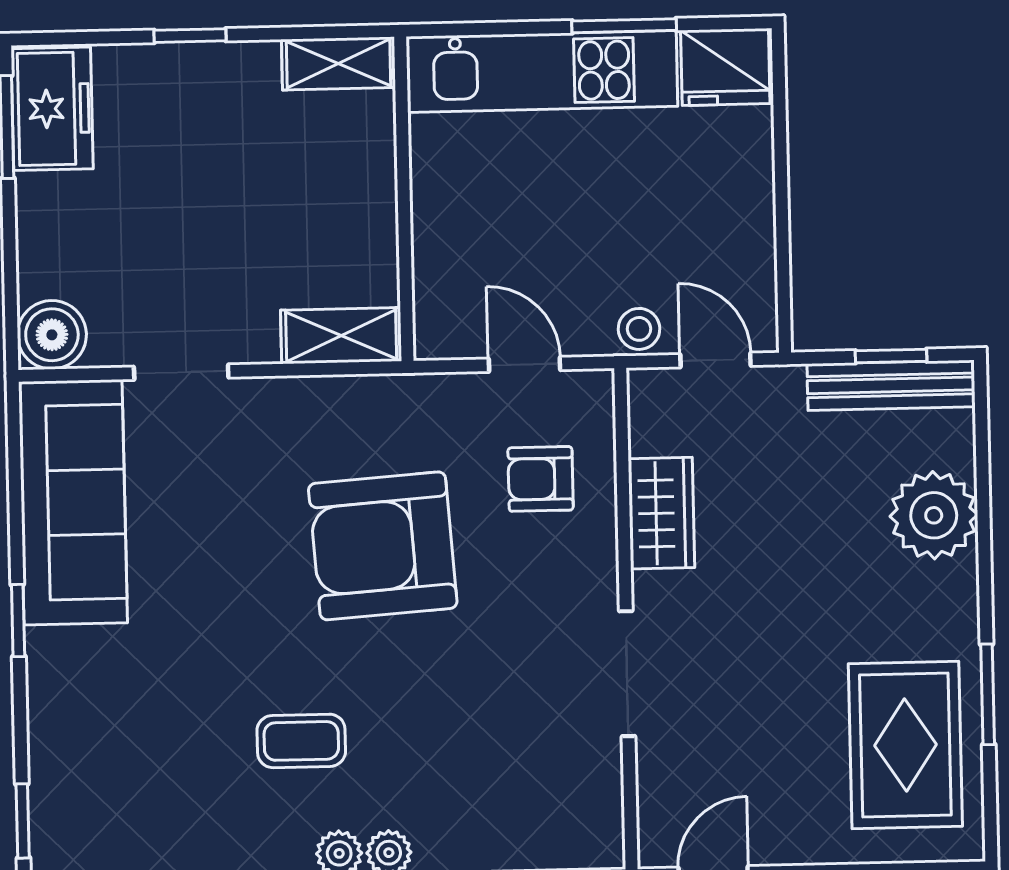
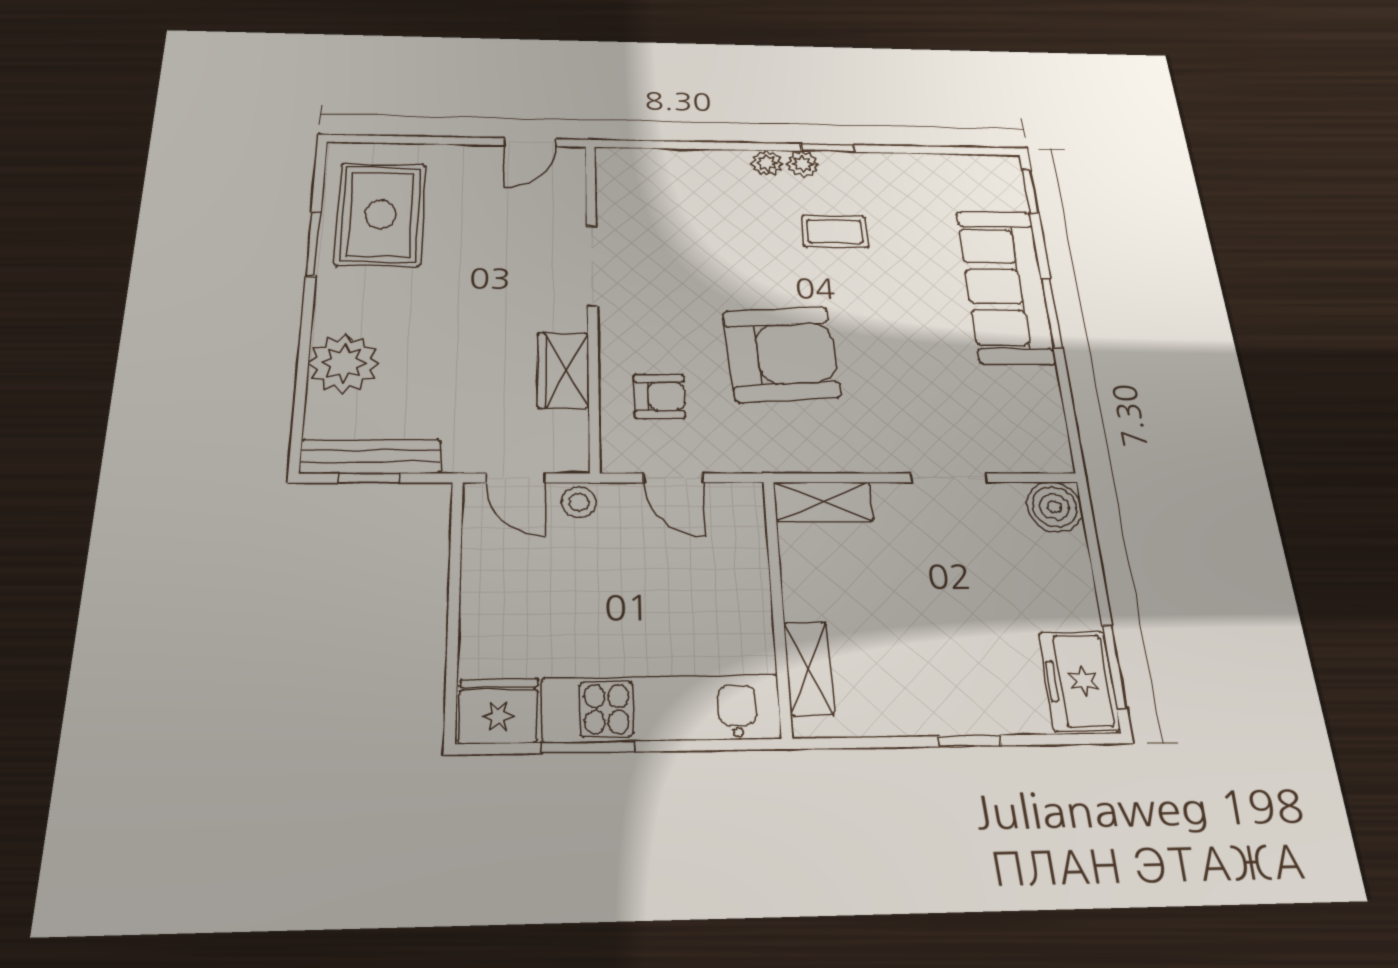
shelving: (338, 63) -> (809, 668), moved, turned 90
sofa: (73, 502) -> (1005, 286), moved
window: (18, 621) -> (1052, 313), width x1.50

